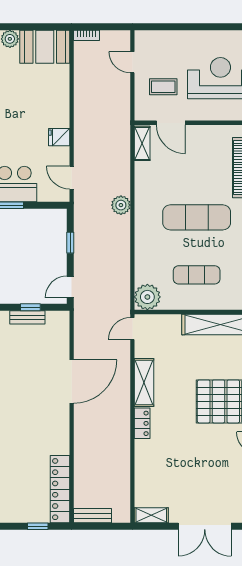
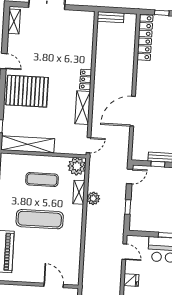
shelving: (142, 143) -> (79, 192), moved
plant: (121, 205) -> (93, 198), moved
shelving: (151, 515) -> (83, 16), removed
bench: (92, 516) -> (111, 17), moved

